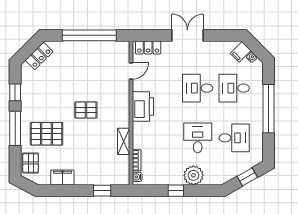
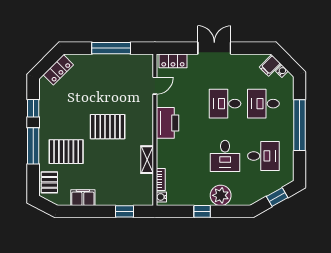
window: (89, 35) -> (111, 48), width x0.68
pallet: (86, 110) -> (108, 127), width x1.50, depth x1.42
desk: (198, 138) -> (225, 156), turned 180

